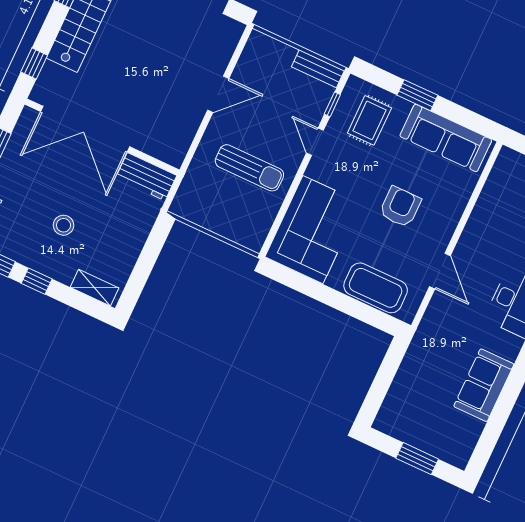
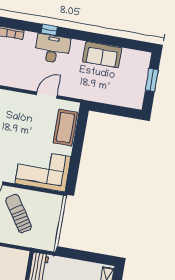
sun lounger: (249, 168) -> (19, 214), turned -33
armchair: (400, 207) -> (18, 126), removed

